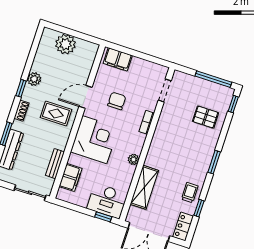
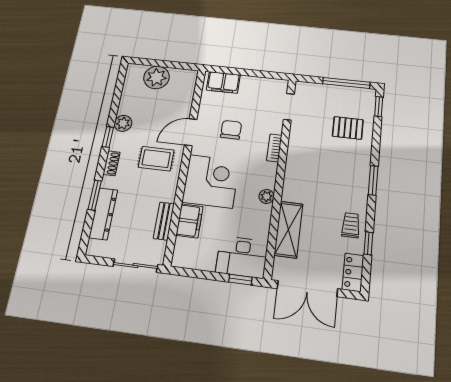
filing cabinet: (70, 177) -> (189, 221), moved

